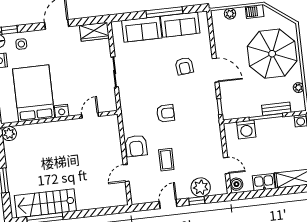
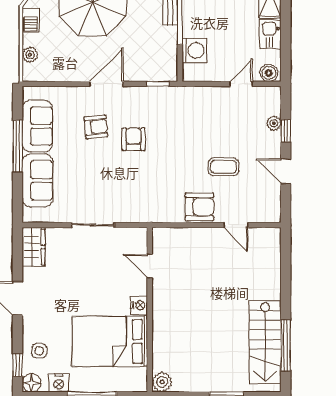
armchair: (166, 113) -> (134, 139), moved
plant: (201, 187) -> (274, 123), width x0.53, depth x0.53

